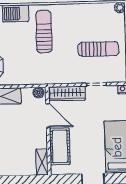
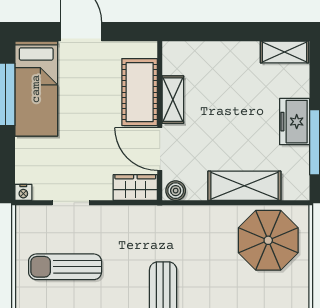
wardrobe: (67, 94) -> (135, 188), width x0.67
shelving: (42, 162) -> (173, 100), moved

